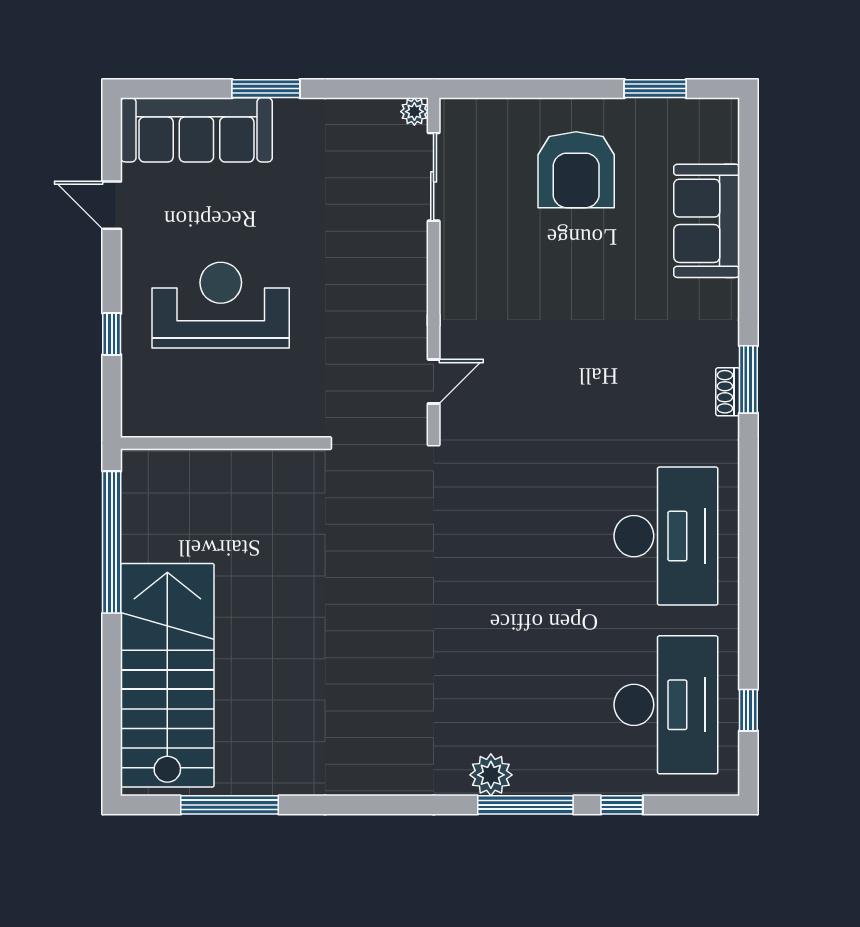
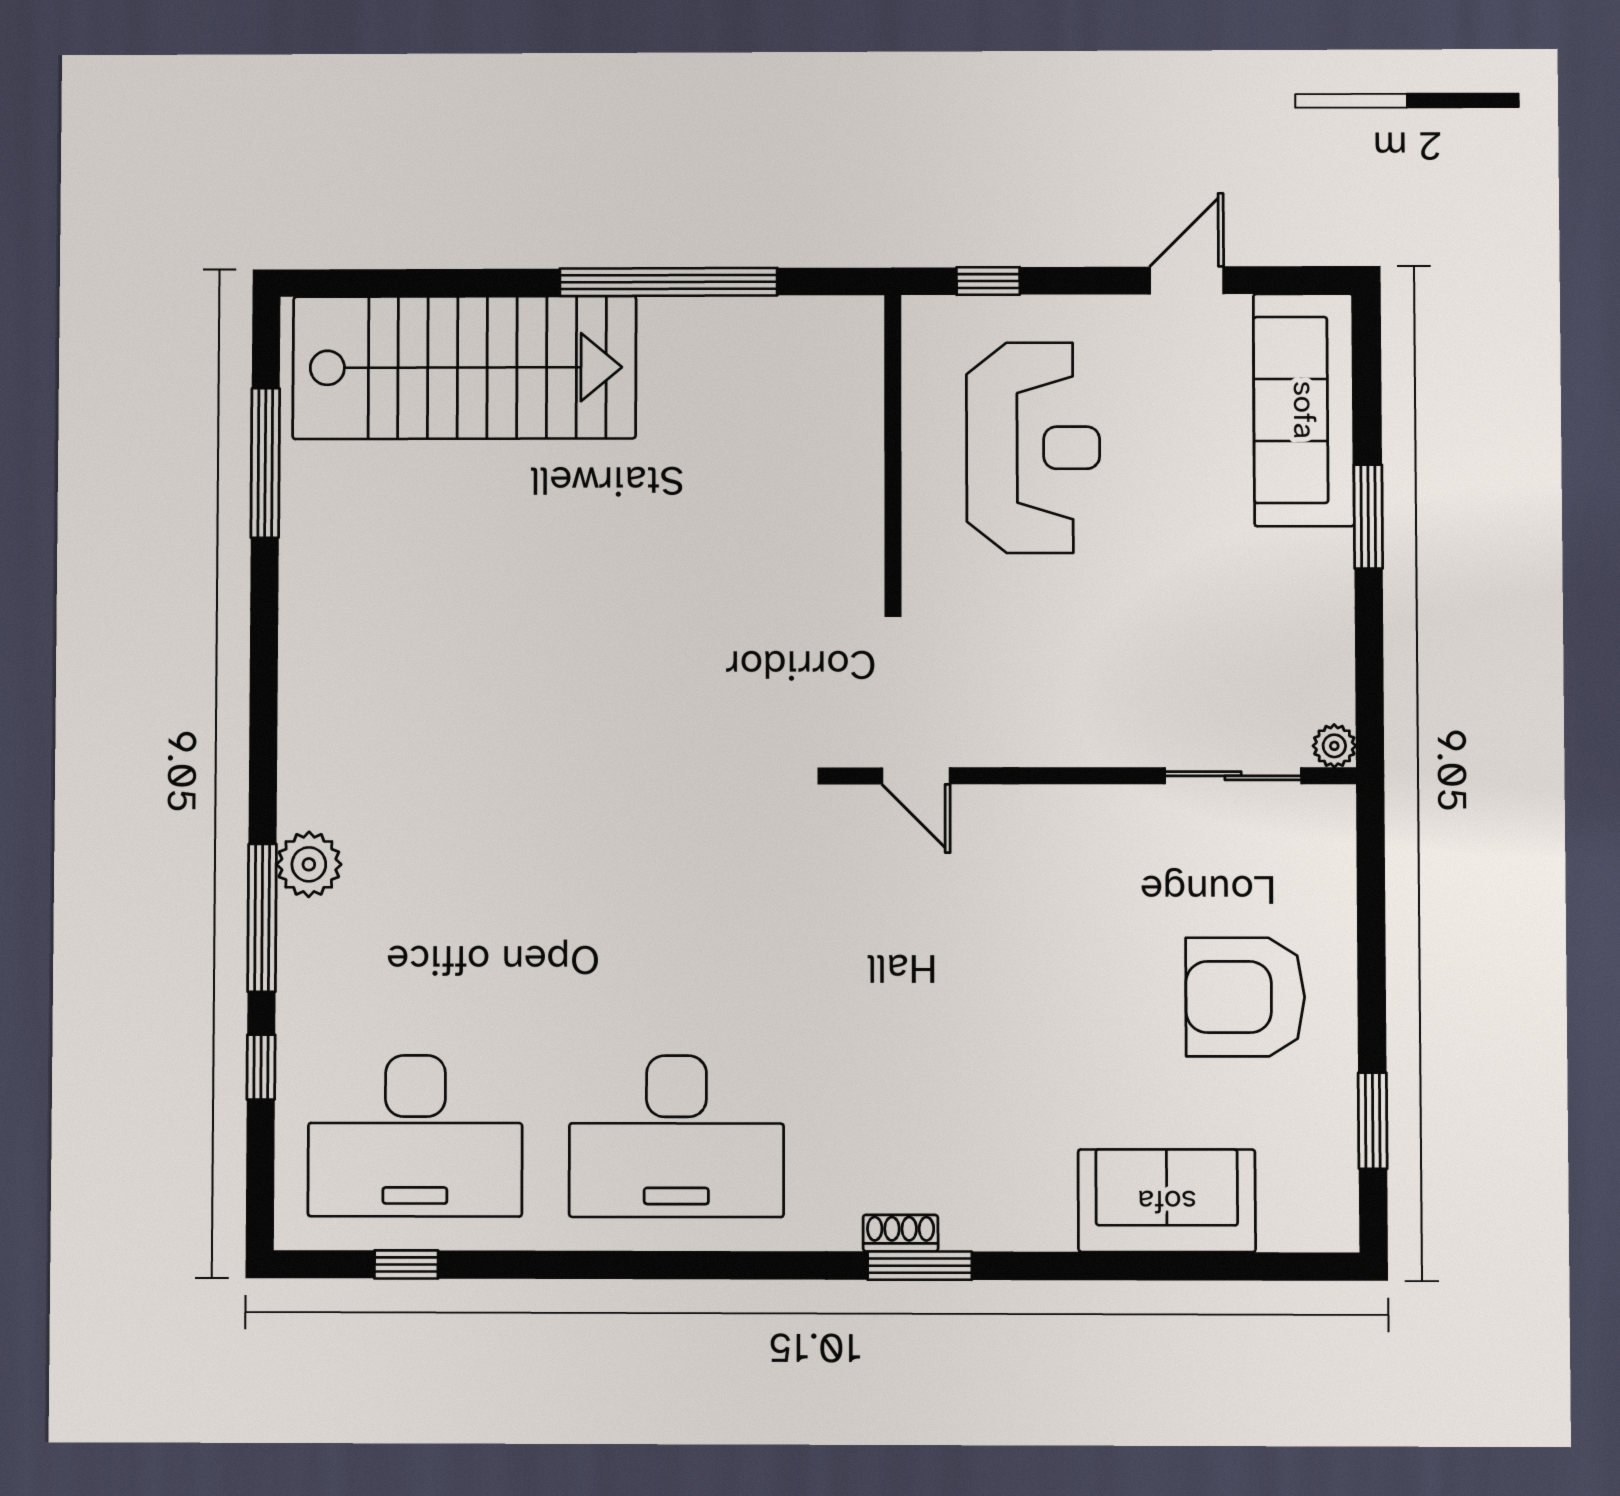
wall: (220, 443) -> (893, 447), moved

